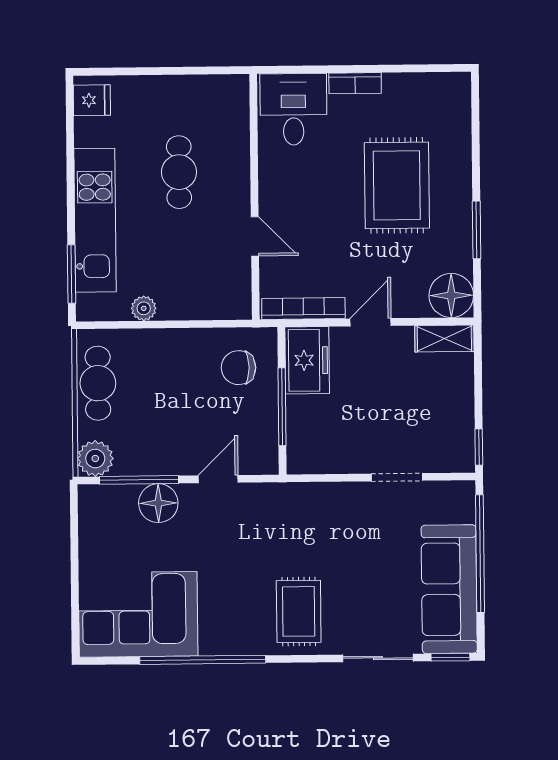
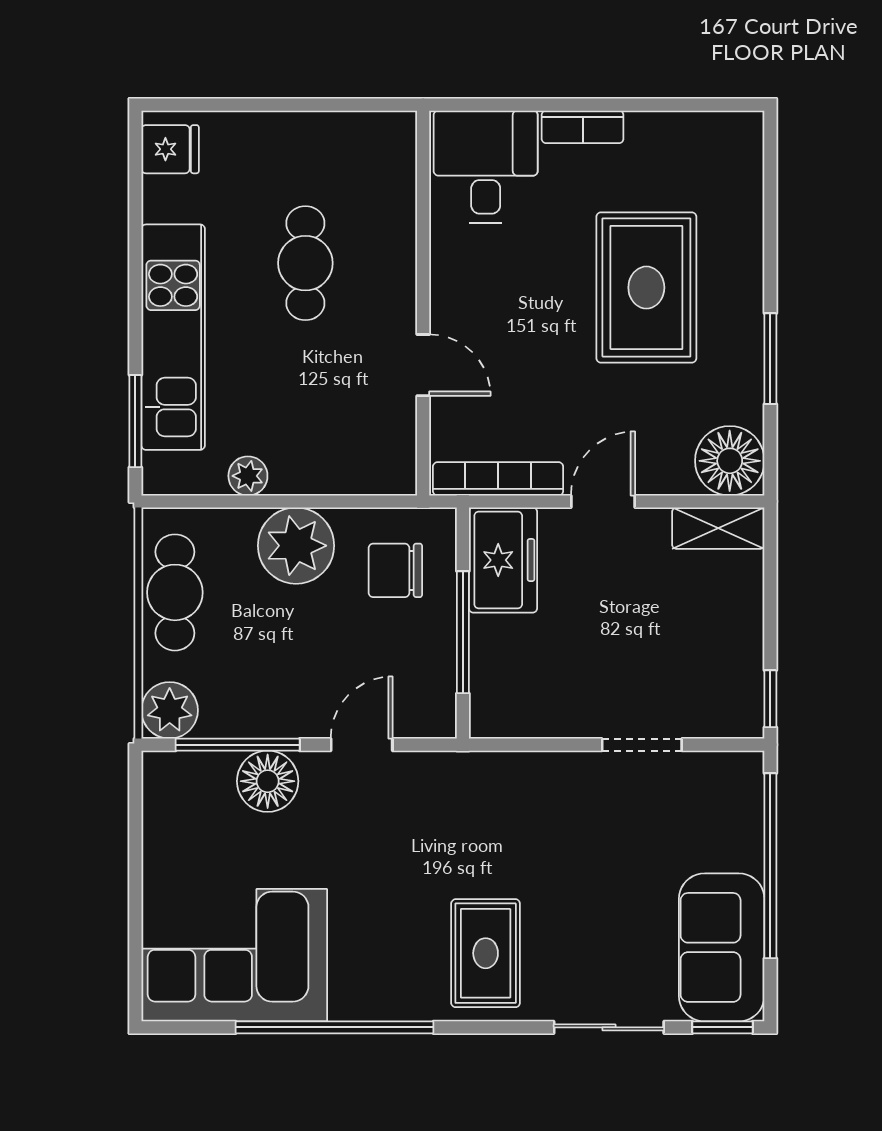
plant: (175, 352) -> (296, 546), added
sofa: (449, 589) -> (722, 947), width x0.73

